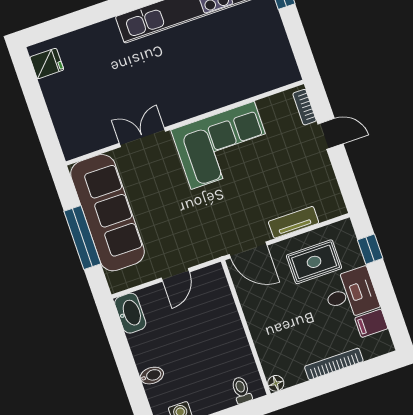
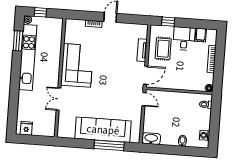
wall: (185, 123) -> (60, 78), moved
double door: (142, 137) -> (59, 99), moved
corner sofa: (223, 145) -> (77, 65), moved
door: (175, 275) -> (144, 99), moved

